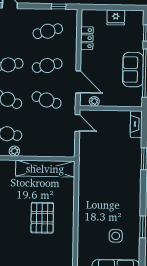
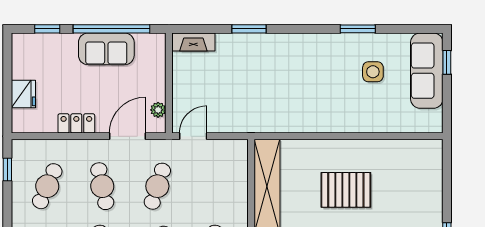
fridge: (116, 17) -> (23, 94), moved
cafe table: (48, 31) -> (47, 186), turned 39
locker: (87, 38) -> (76, 123), moved

